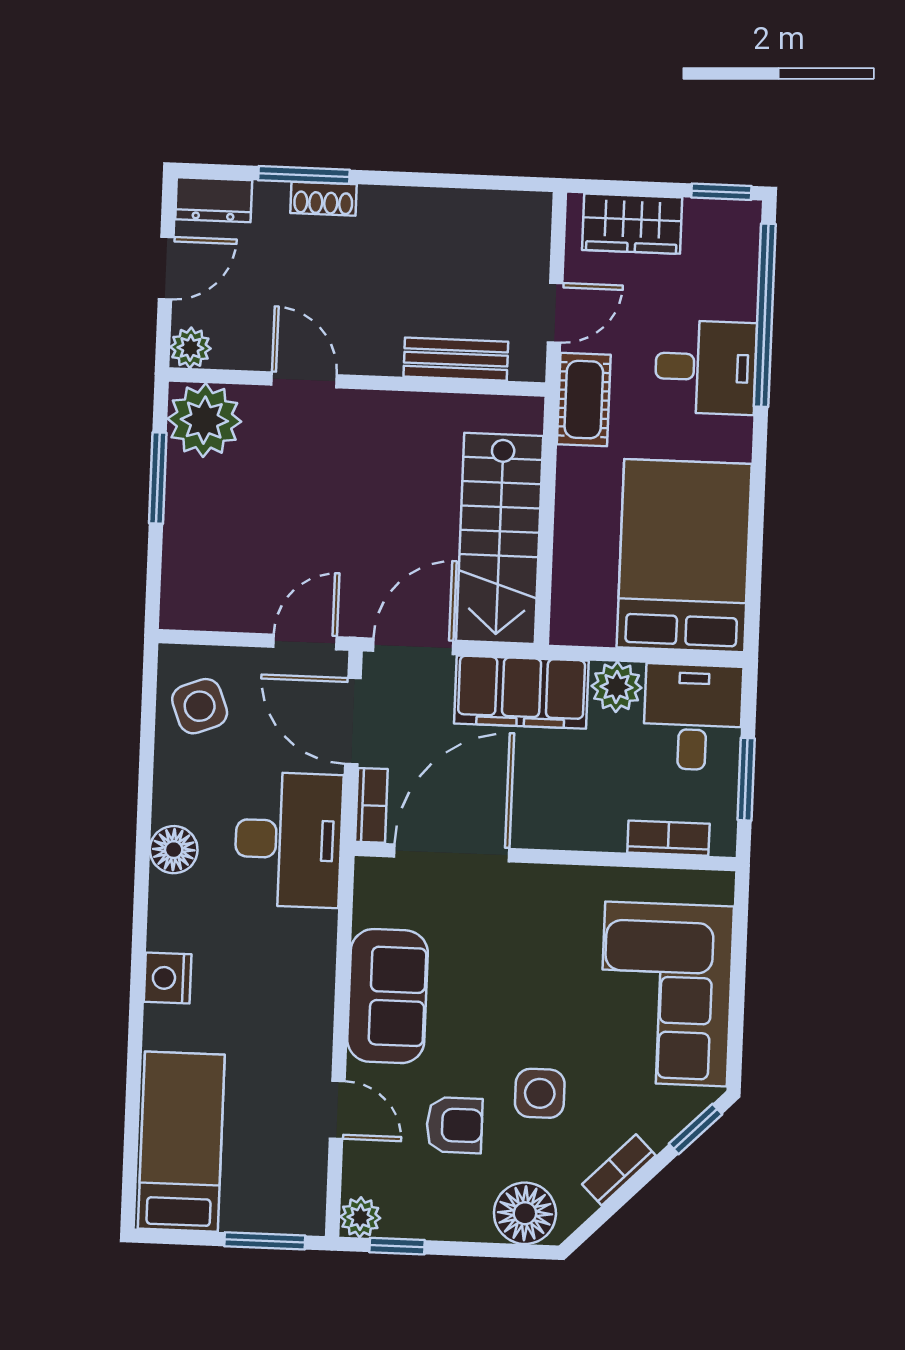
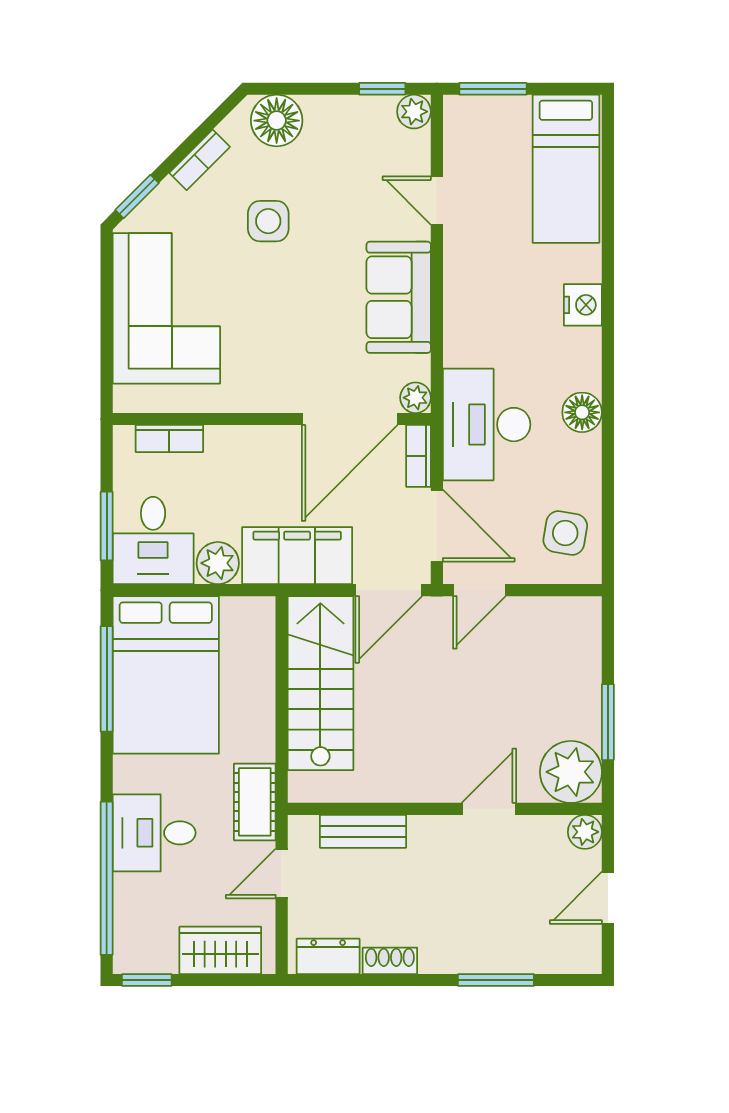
shoe rack: (323, 199) -> (390, 961), moved
dresser: (214, 200) -> (328, 956), moved
door: (304, 380) -> (489, 809), swing flipped
window: (755, 554) -> (107, 679), added
side table: (200, 706) -> (565, 533), turned 31
window: (746, 779) -> (107, 526), moved
plant: (372, 875) -> (416, 398), added
armchair: (454, 1125) -> (338, 192), removed

